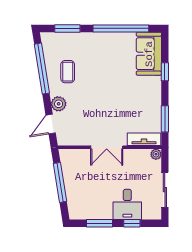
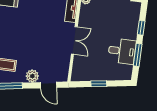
window: (60, 182) -> (99, 84), width x0.46
desk: (127, 204) -> (122, 51), moved

